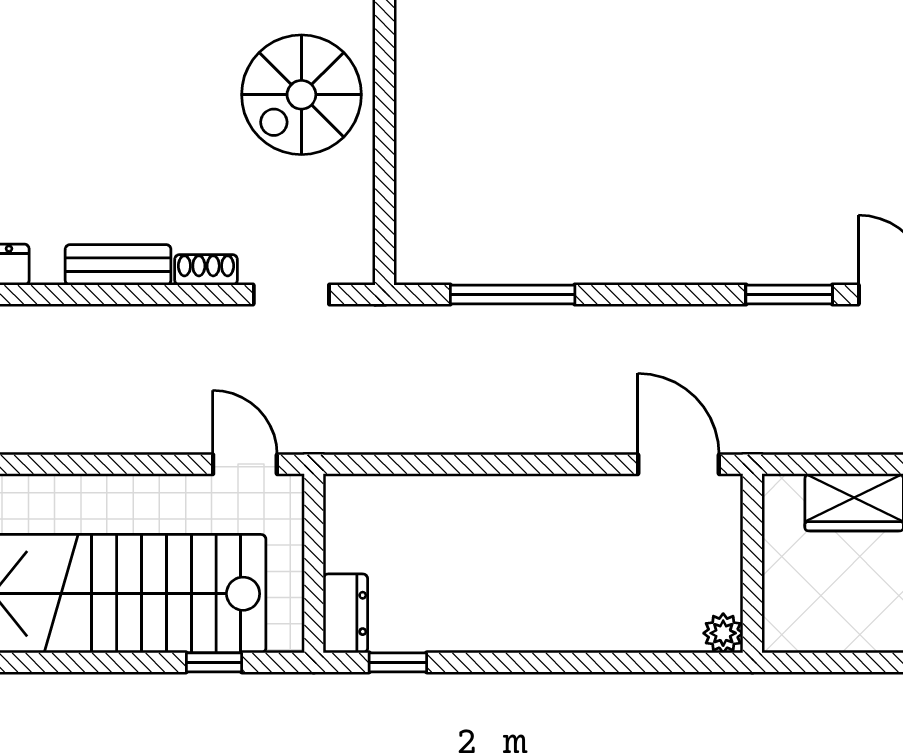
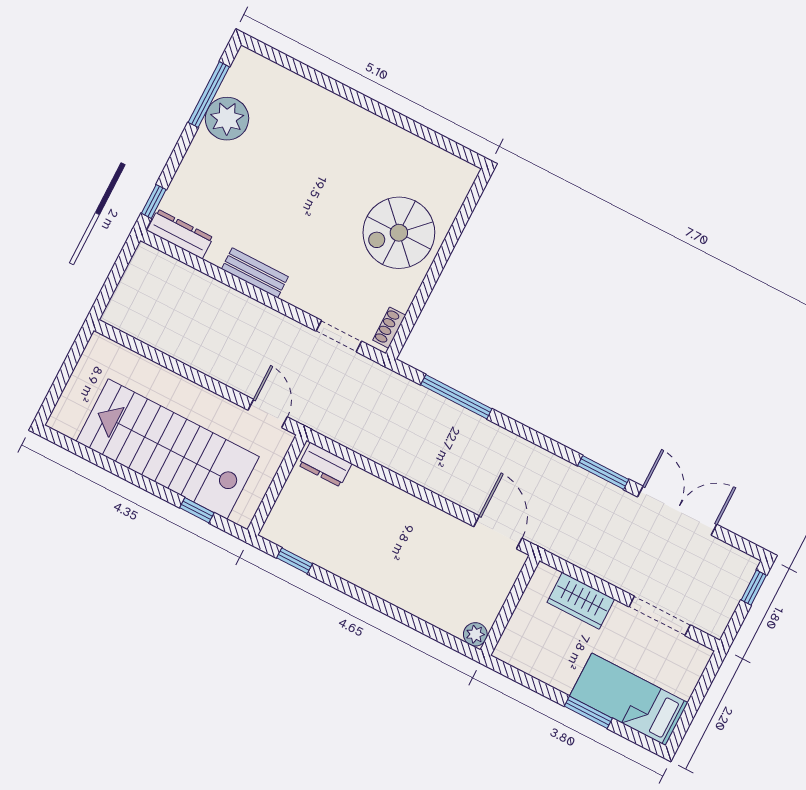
shoe rack: (206, 270) -> (389, 328), moved, turned -90
dresser: (345, 613) -> (325, 465), moved, turned 90

